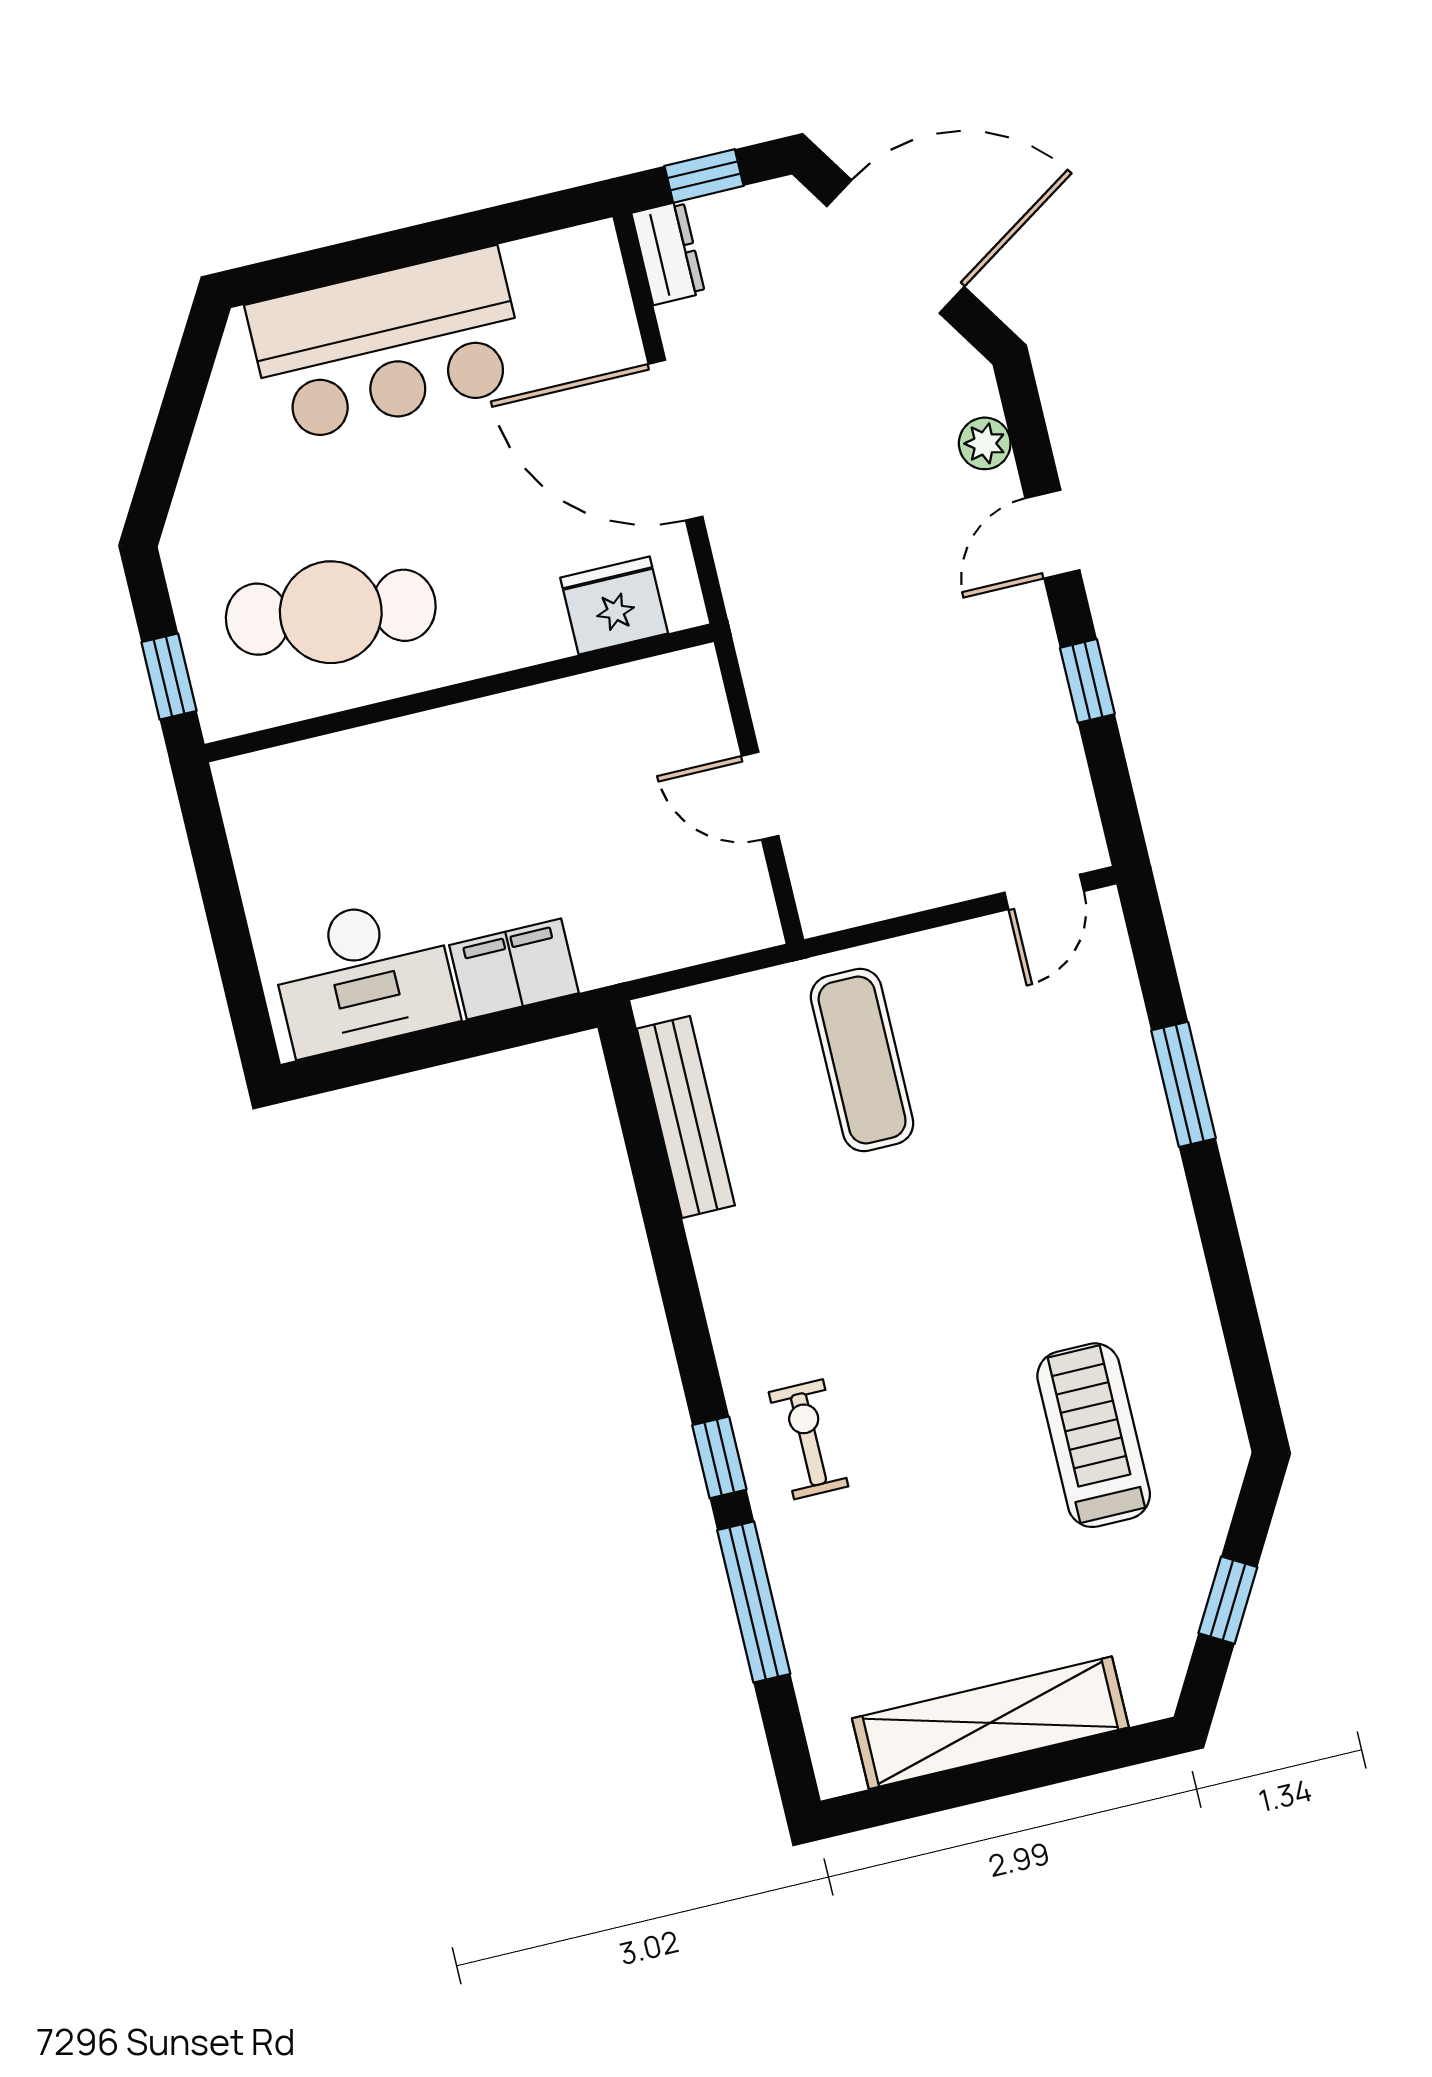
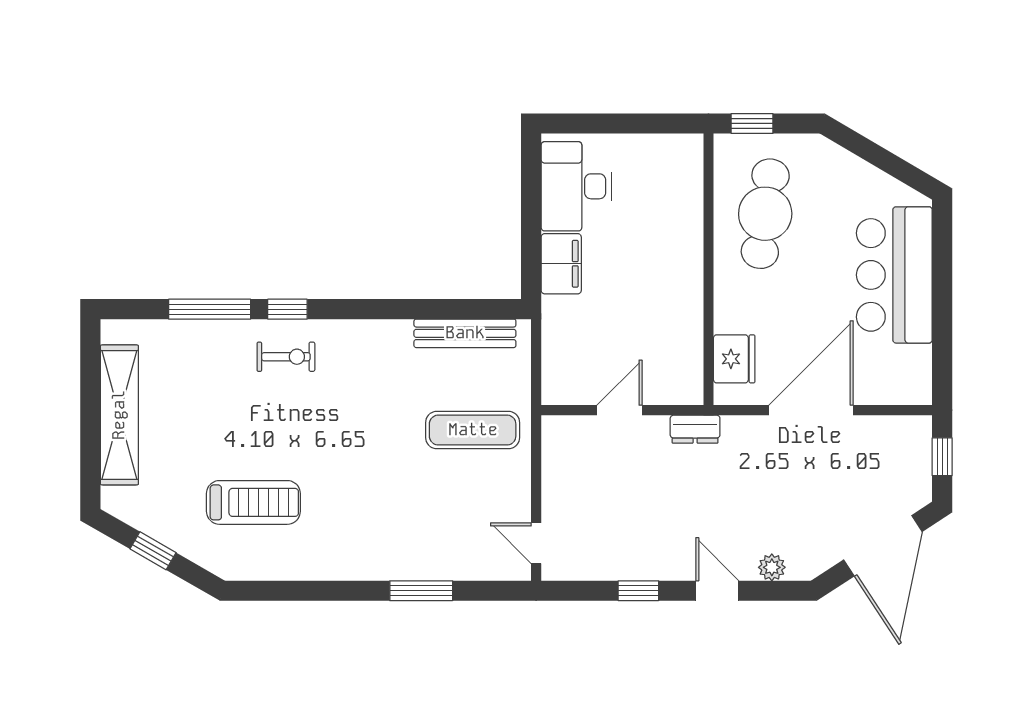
dresser: (668, 253) -> (695, 429), moved

